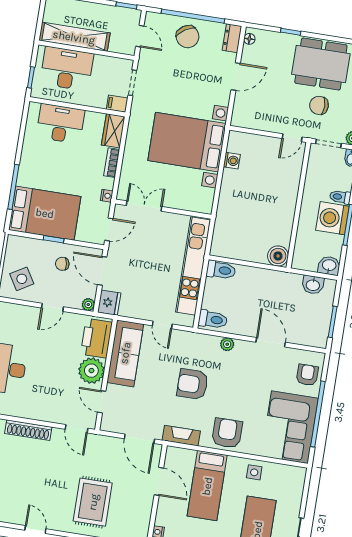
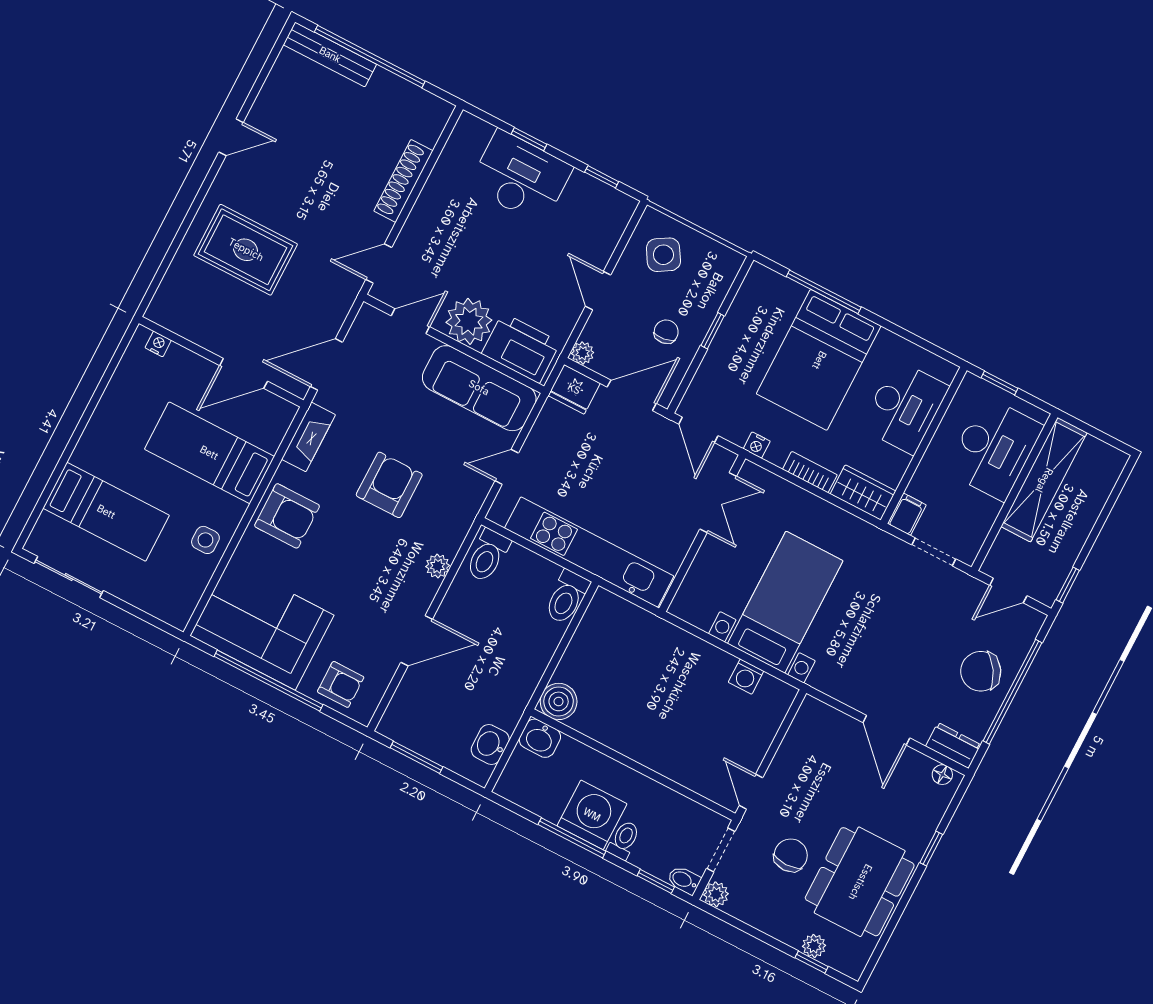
bed with nightstands: (187, 142) -> (785, 602), width x0.73
bed: (45, 213) -> (819, 360), moved
washbasin: (329, 266) -> (540, 738), moved, turned 90

